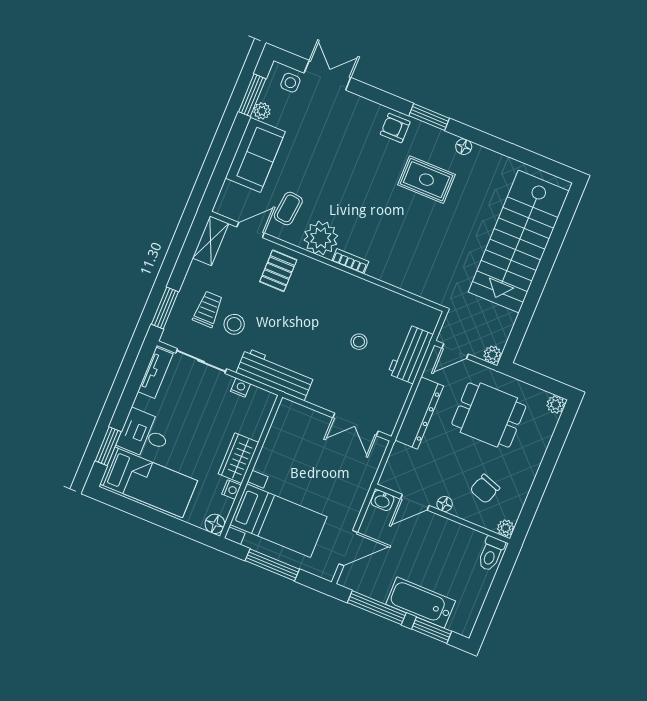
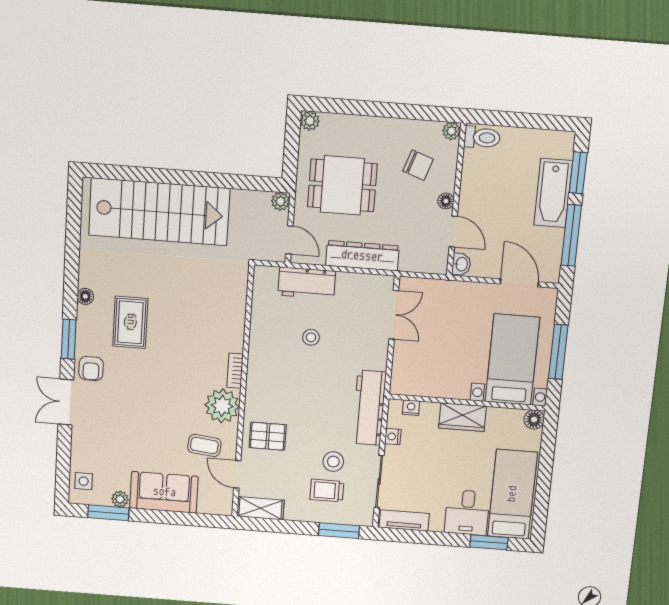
double door: (327, 75) -> (66, 402), moved
dining table: (489, 415) -> (342, 185), turned 90
nightstand: (231, 490) -> (411, 408), moved

